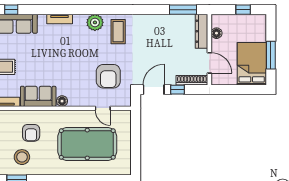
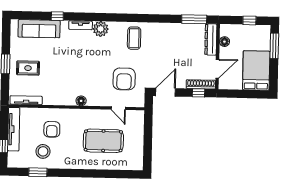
window: (11, 10) -> (57, 16), moved
plant: (95, 22) -> (101, 29), moved
window: (271, 55) -> (274, 46), moved
door: (209, 63) -> (217, 69), hinge flipped
window: (178, 90) -> (198, 93), moved
sofa: (38, 96) -> (59, 96), removed
pool table: (87, 144) -> (103, 141), width x0.73, depth x0.76

